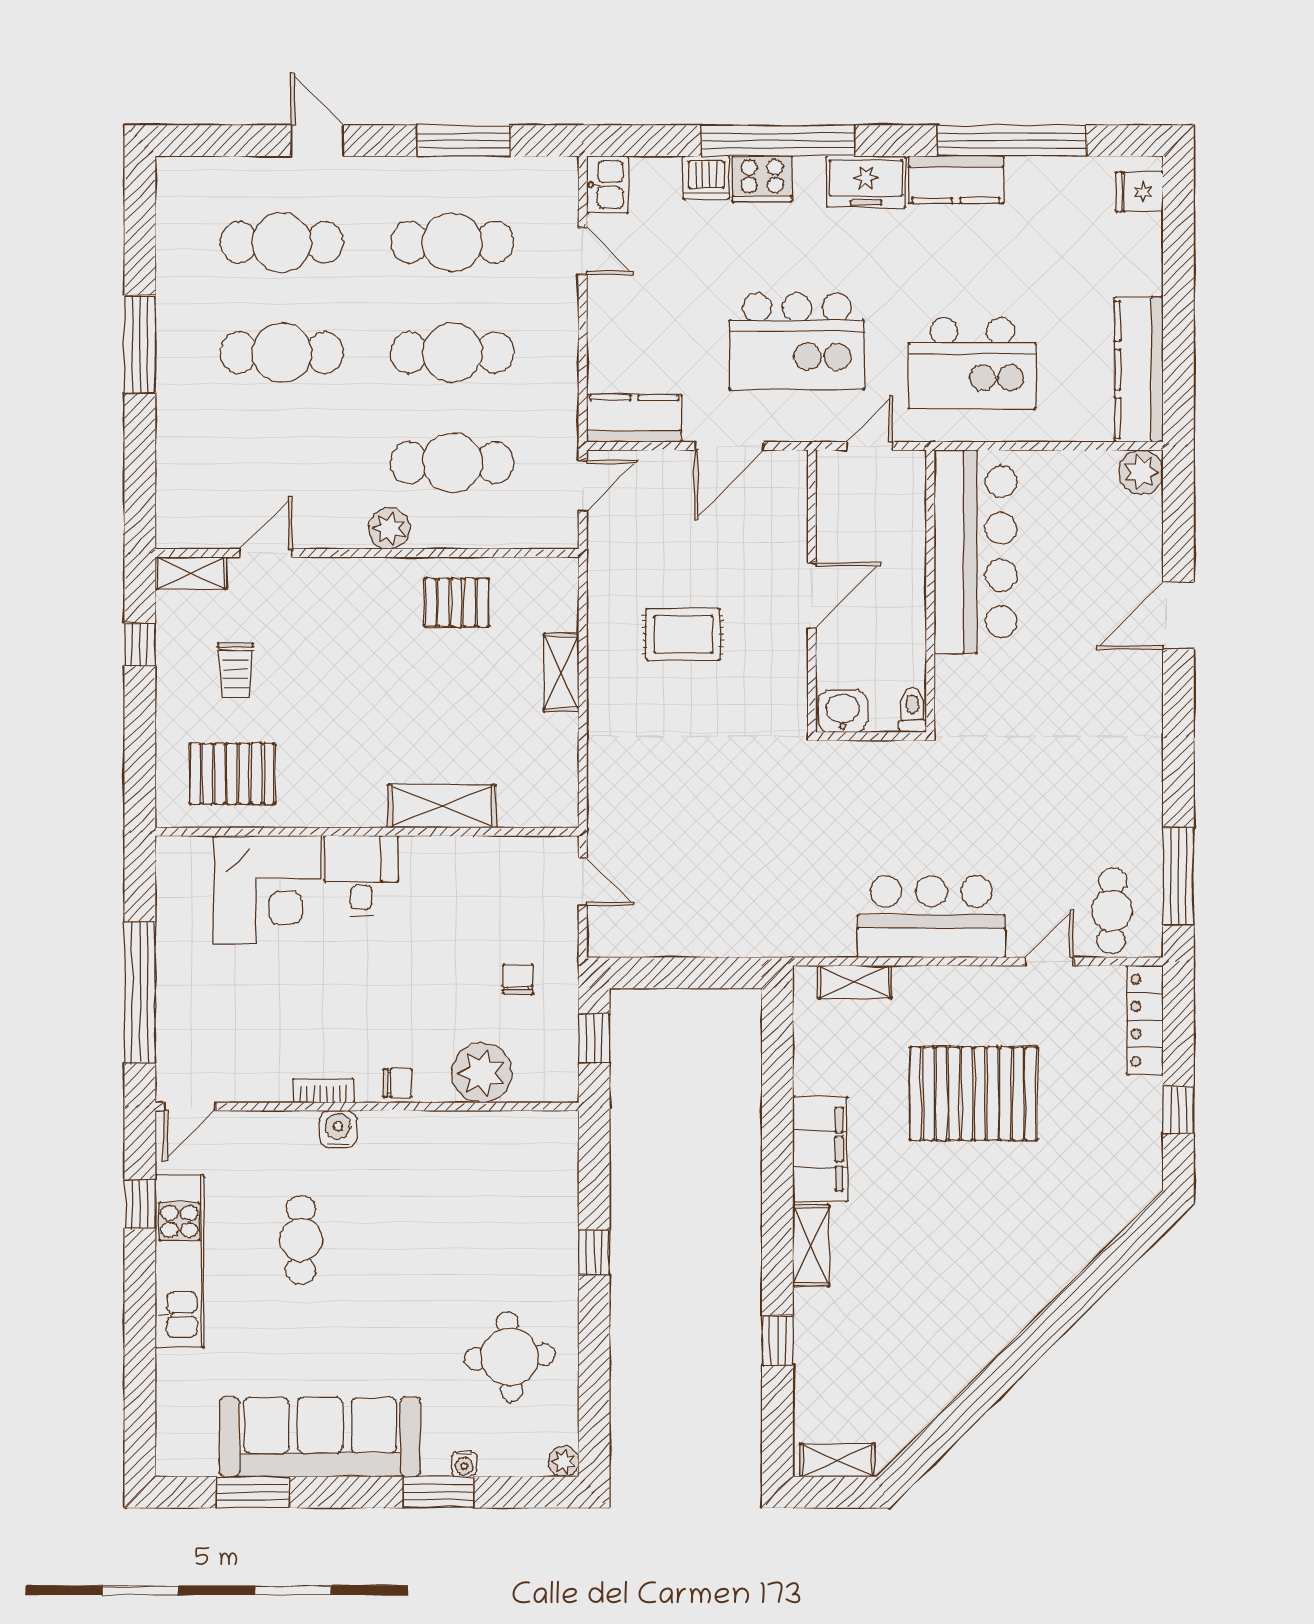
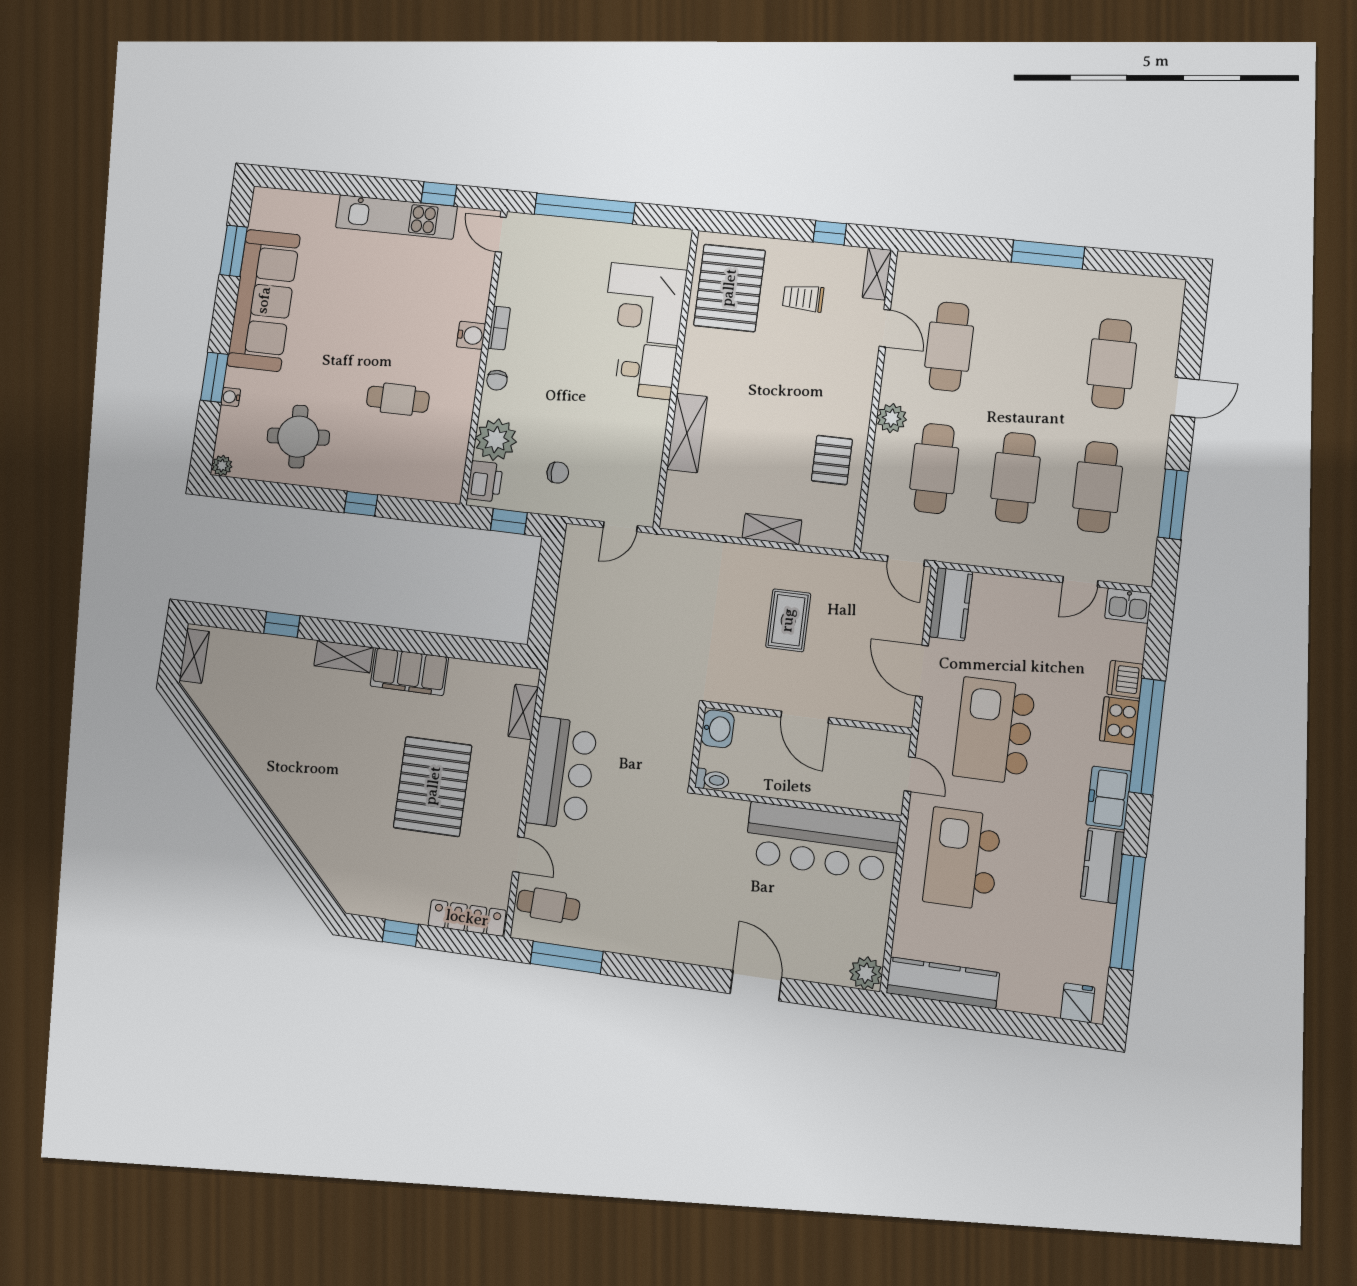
cafe table: (282, 353) -> (949, 347), moved
pallet: (232, 774) -> (729, 288), width x1.37, depth x1.41
printer: (542, 1080) -> (485, 481), added
cafe table: (301, 1240) -> (398, 399), moved

